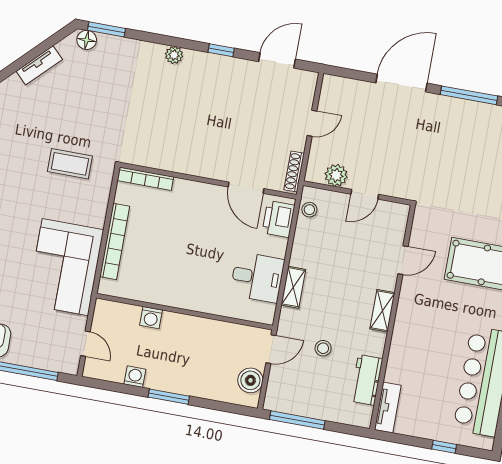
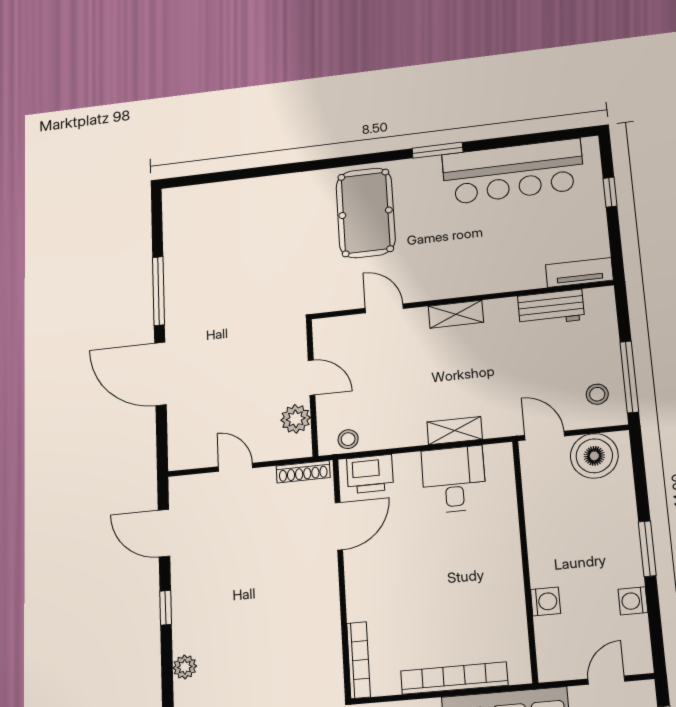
stool: (323, 348) -> (597, 394), moved
boiler: (250, 380) -> (594, 456), width x1.37, depth x1.37

